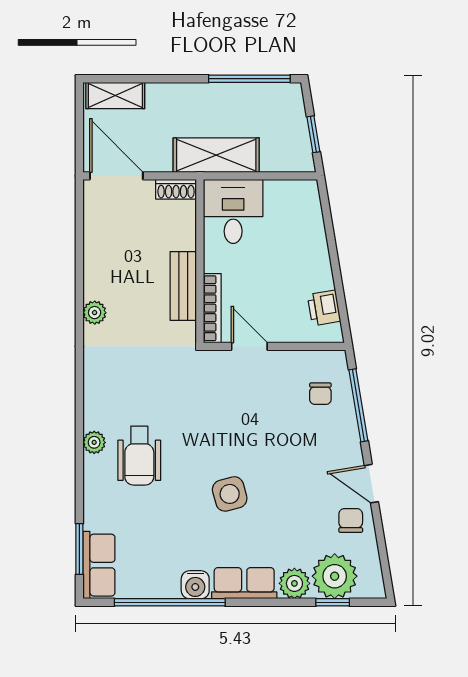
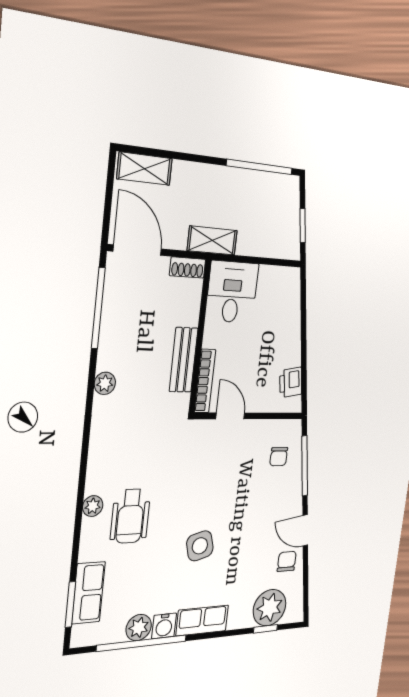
shelving: (216, 155) -> (212, 241), width x0.67, depth x0.75
window: (79, 236) -> (98, 308), added
row of seats: (99, 565) -> (88, 593), moved
plant: (294, 583) -> (139, 628), moved

